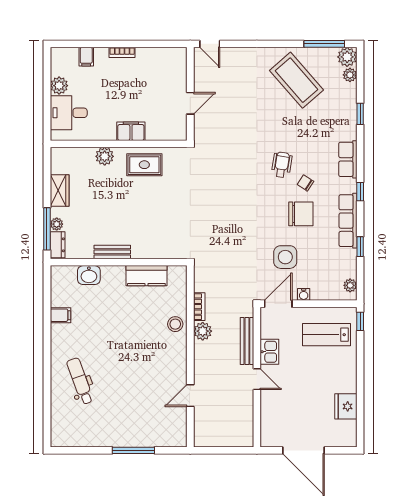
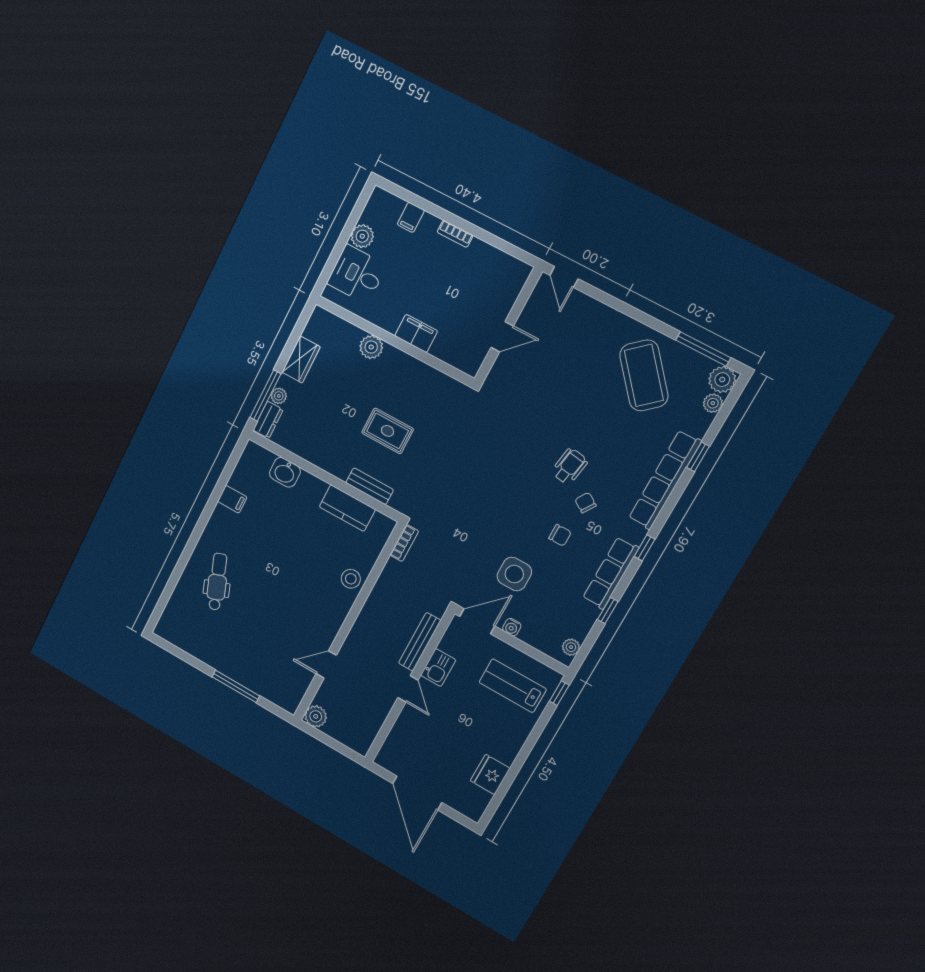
row of seats: (348, 159) -> (665, 480), width x2.02
rug: (144, 165) -> (388, 431), moved
chair: (301, 214) -> (560, 535), width x0.54, depth x0.54
bench: (112, 252) -> (370, 486), moved
bookcase: (199, 307) -> (404, 543), moved
plant: (203, 331) -> (316, 716), moved

